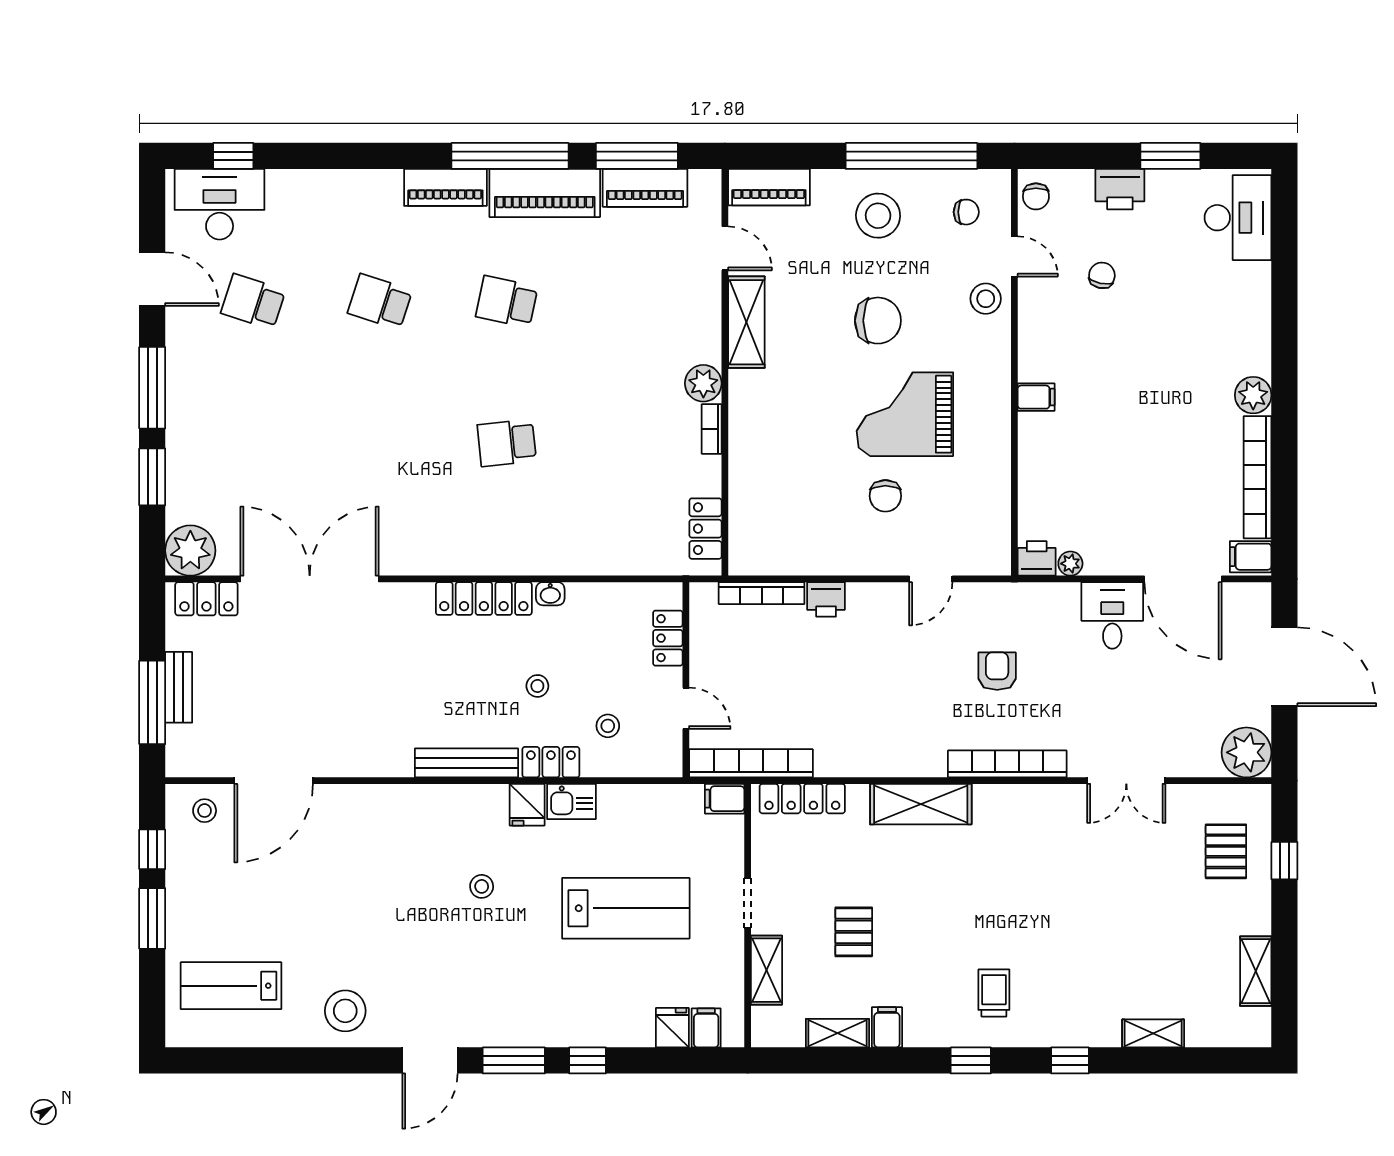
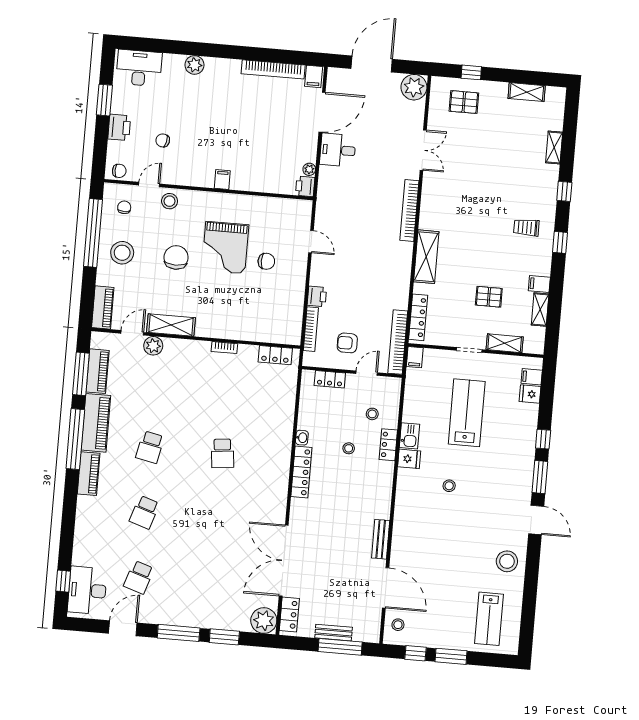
plant: (703, 383) -> (153, 346), moved
plant: (1253, 395) -> (194, 65), moved
armchair: (997, 671) -> (347, 343), moved
bench: (467, 763) -> (381, 539), moved, width x0.73

